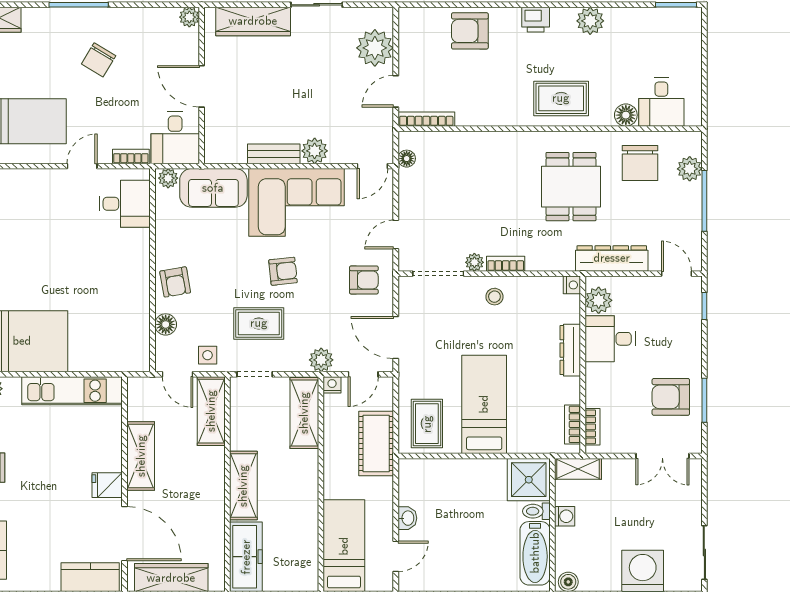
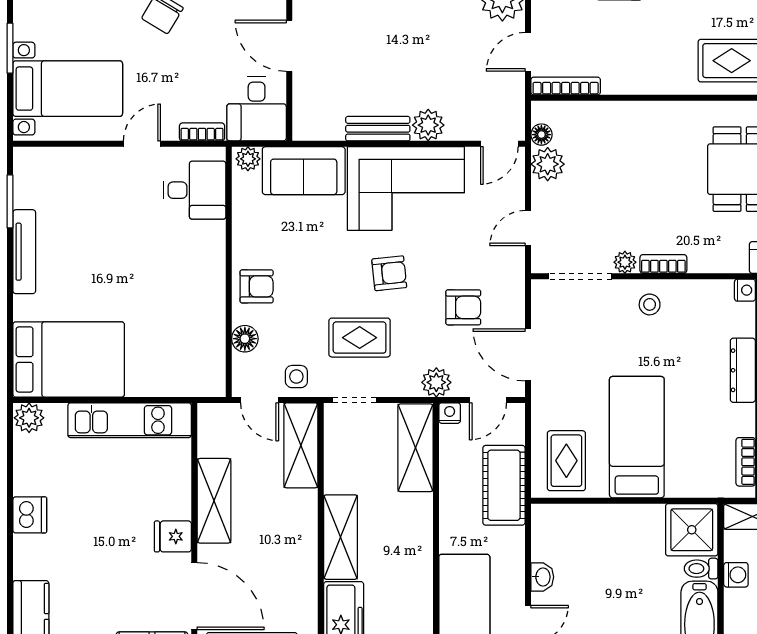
plant: (412, 183) -> (548, 164), added
armchair: (364, 280) -> (463, 307), moved
armchair: (175, 282) -> (257, 286), turned -80

